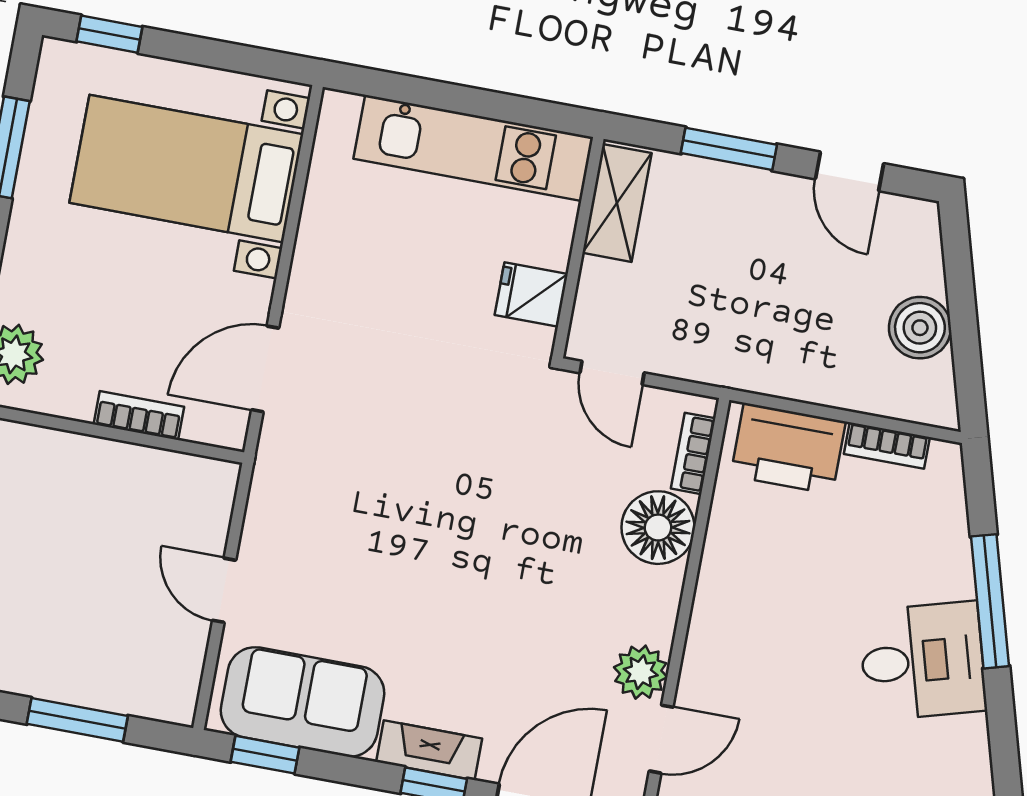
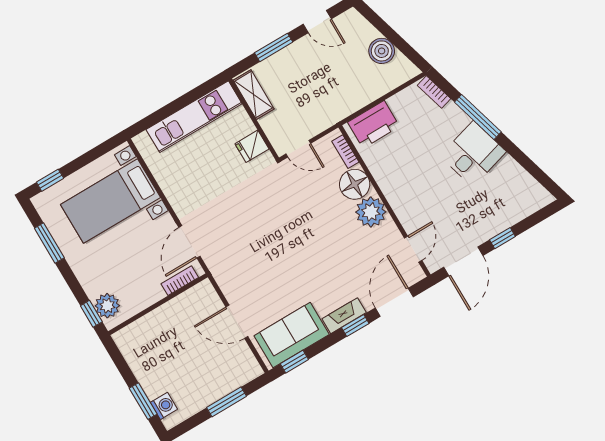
bookcase: (139, 416) -> (180, 281), moved
bookcase: (887, 446) -> (434, 92), moved, turned 74
door: (224, 590) -> (237, 322), width x1.37
plant: (641, 672) -> (371, 212), moved, width x1.36, depth x1.36

